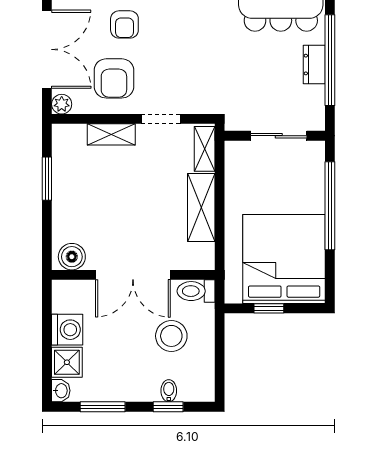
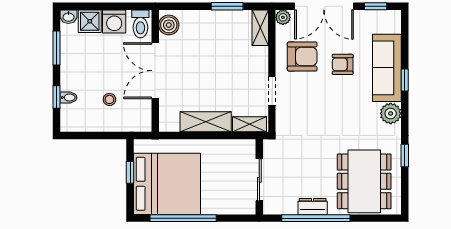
armchair: (114, 78) -> (302, 56), turned 180
shelving: (111, 134) -> (260, 28), moved
window: (330, 206) -> (183, 218), moved
toilet: (196, 291) -> (140, 24), moved, turned 180
stool: (171, 336) -> (109, 99), width x0.53, depth x0.53

